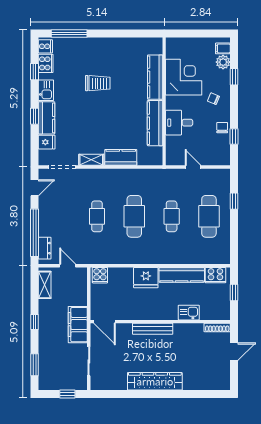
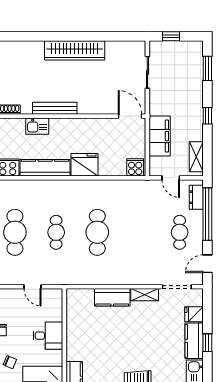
kitchen counter: (155, 123) -> (74, 335), removed
cafe table: (97, 216) -> (180, 232), moved
filing cabinet: (78, 325) -> (160, 136), moved
bench: (153, 329) -> (55, 108), moved

